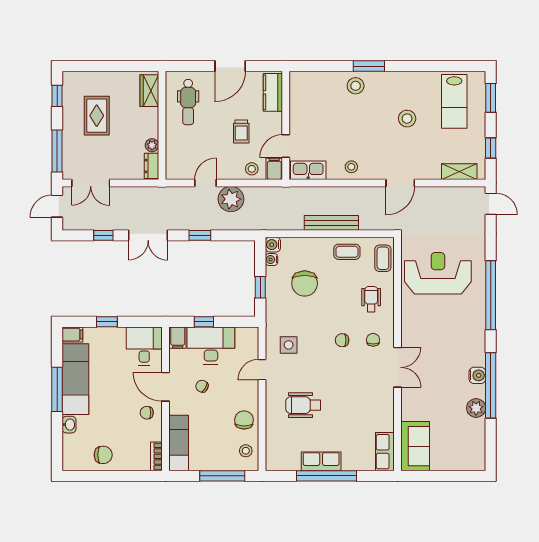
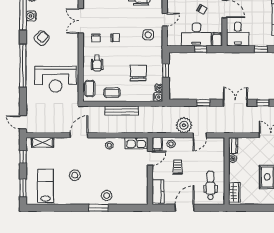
armchair: (461, 340) -> (42, 38), added

